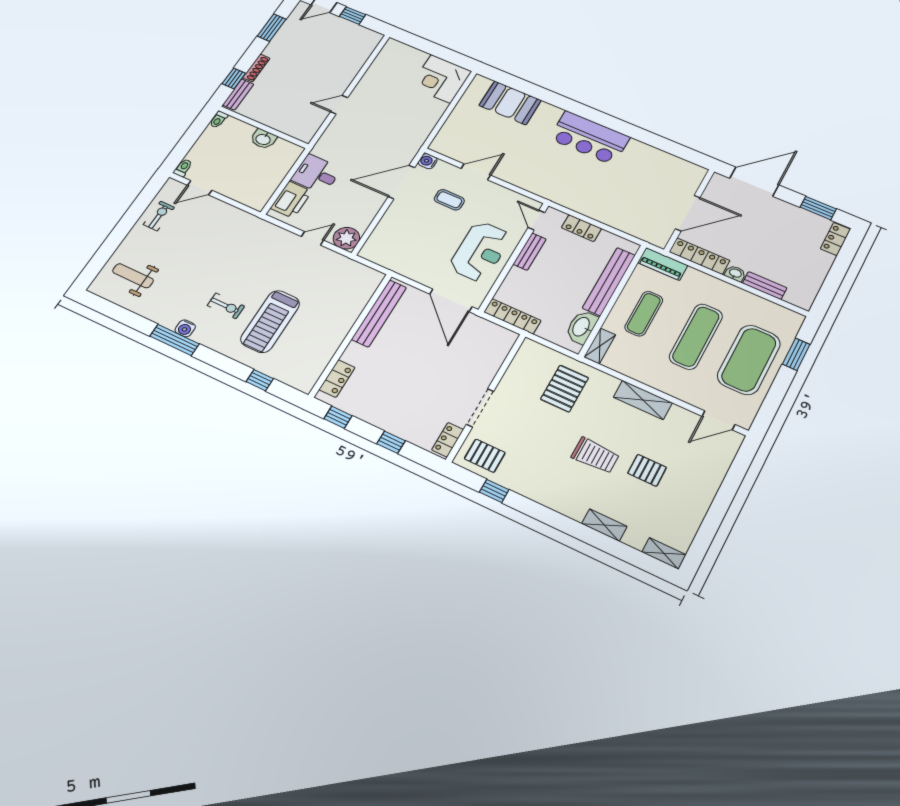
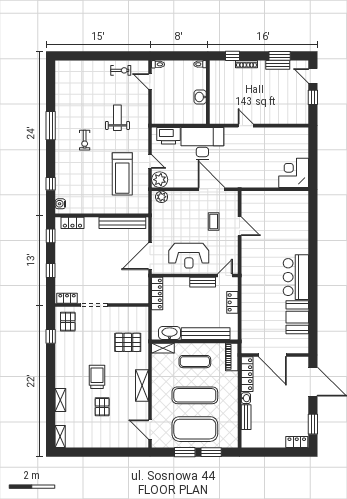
bench: (238, 95) -> (278, 65), moved
booth: (510, 103) -> (297, 317), moved
water cooler: (428, 161) -> (233, 196), removed
desk: (316, 174) -> (202, 143), width x1.87, depth x1.30
plant: (373, 247) -> (162, 197), added
weight bench: (133, 276) -> (117, 118), moved
treadmill: (270, 321) -> (122, 174), moved, turned -90
water cooler: (185, 328) -> (60, 204), moved
window: (779, 389) -> (185, 452), added
trolley: (595, 455) -> (97, 377), turned 180

